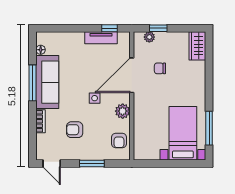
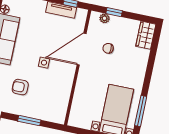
plant: (123, 111) -> (67, 79), removed
armchair: (119, 140) -> (58, 105), removed

